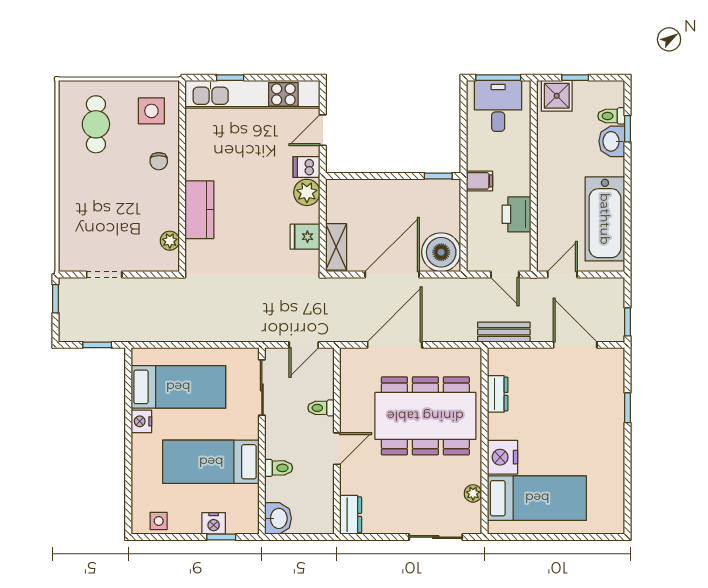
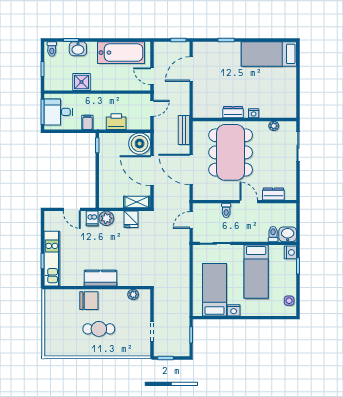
kitchen unit: (252, 94) -> (52, 259), width x0.73
shower: (557, 96) -> (81, 82), moved
side table: (151, 111) -> (61, 305), removed
toilet: (611, 116) -> (52, 49), moved
cafe table: (96, 124) -> (99, 329), moved
chair: (159, 161) -> (89, 301), width x1.87, depth x1.87
filing cabinet: (479, 181) -> (87, 122), moved
kitchen counter: (199, 210) -> (101, 278), moved
printer: (516, 214) -> (116, 122), moved, turned 180
bench: (504, 332) -> (184, 130), moved
door: (304, 345) -> (191, 220), swing flipped
dresser: (498, 394) -> (233, 112), moved
nightstand: (502, 457) -> (254, 113), width x0.53, depth x0.56
toilet: (279, 468) -> (273, 234), moved
bed: (537, 498) -> (269, 54), moved, turned -90
dresser: (351, 515) -> (273, 194), moved
nightstand: (214, 523) -> (290, 252), moved

